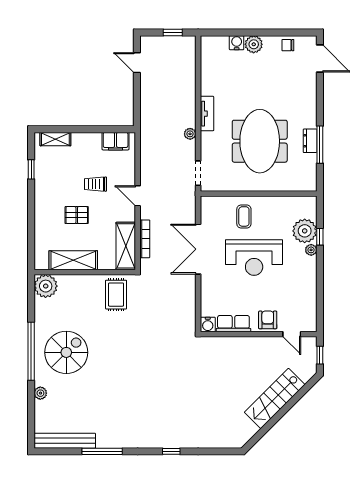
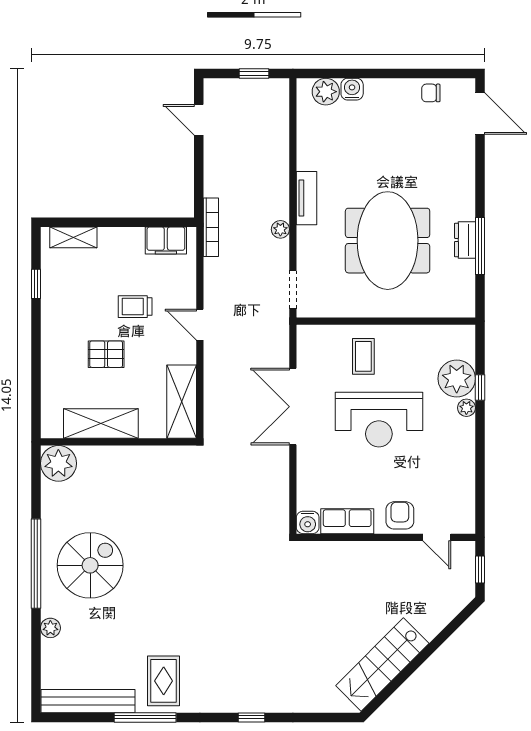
plant: (254, 44) -> (326, 92), moved
bookcase: (145, 239) -> (211, 227), moved
rug: (116, 295) -> (164, 681), moved
stairs: (275, 398) -> (382, 665), moved

